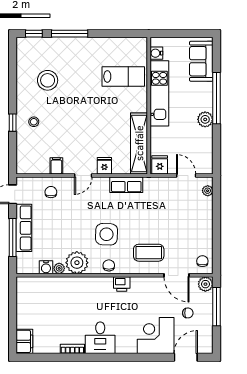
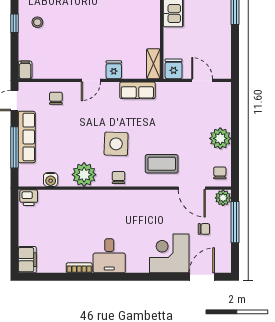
plant: (205, 119) -> (223, 20), removed
shelving: (139, 143) -> (153, 64), width x0.45, depth x0.75
filing cabinet: (56, 166) -> (25, 70), moved
plant: (208, 191) -> (220, 138), moved, width x1.87, depth x1.87
plant: (59, 268) -> (65, 181), removed
printer: (122, 284) -> (29, 198), moved

